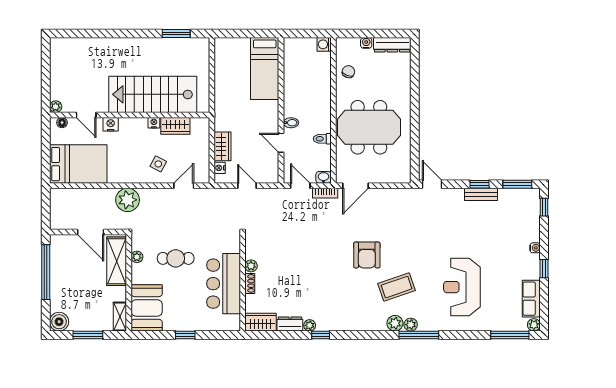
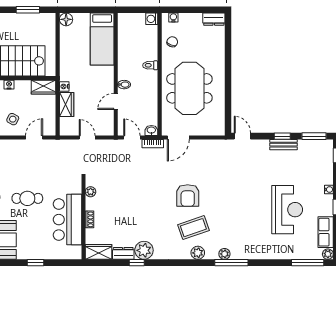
water cooler: (366, 43) -> (173, 18), moved
floor lamp: (222, 45) -> (66, 19), added
dresser: (392, 45) -> (214, 19), width x0.70
wardrobe: (175, 126) -> (44, 87), moved
meeting table: (369, 127) -> (189, 88), turned 90
toilet: (322, 139) -> (150, 65), moved
door: (281, 143) -> (116, 101), hinge flipped
nightstand: (220, 168) -> (64, 86), moved
plant: (251, 266) -> (91, 192), moved
coffee table: (397, 287) -> (193, 228), moved
reception desk: (462, 287) -> (287, 210), moved, turned 180
plant: (395, 323) -> (198, 253), moved
plant: (310, 325) -> (144, 250), width x1.88, depth x1.88
window: (321, 335) -> (137, 263), moved

